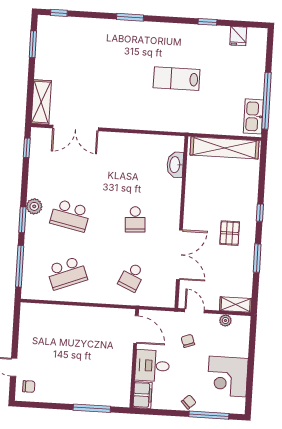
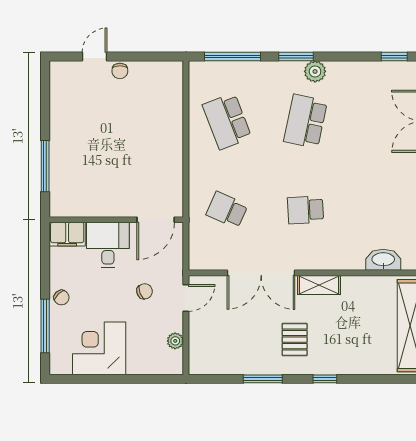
pallet: (230, 233) -> (295, 340), turned 90
shelving: (236, 304) -> (319, 285), moved, turned 90
chair: (29, 387) -> (120, 71), moved

